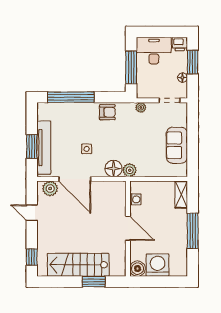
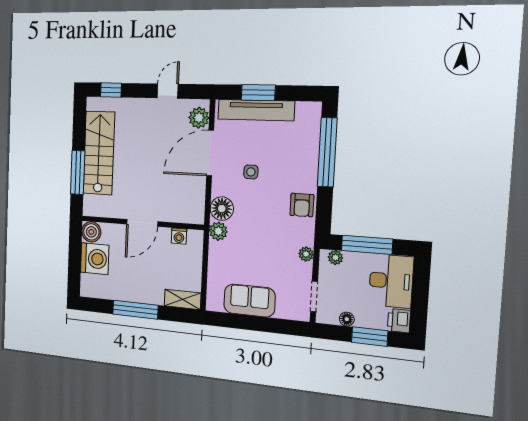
plant: (141, 88) -> (335, 257), added
window: (94, 282) -> (78, 173), width x1.44

